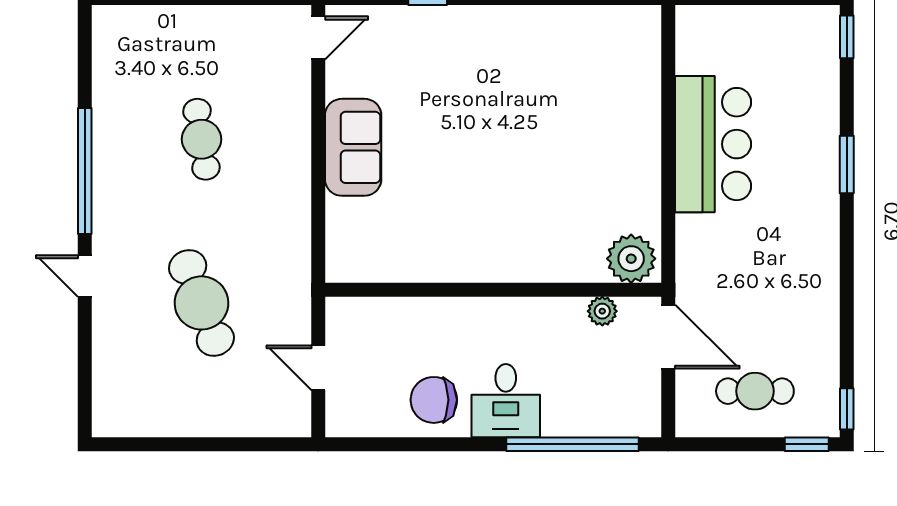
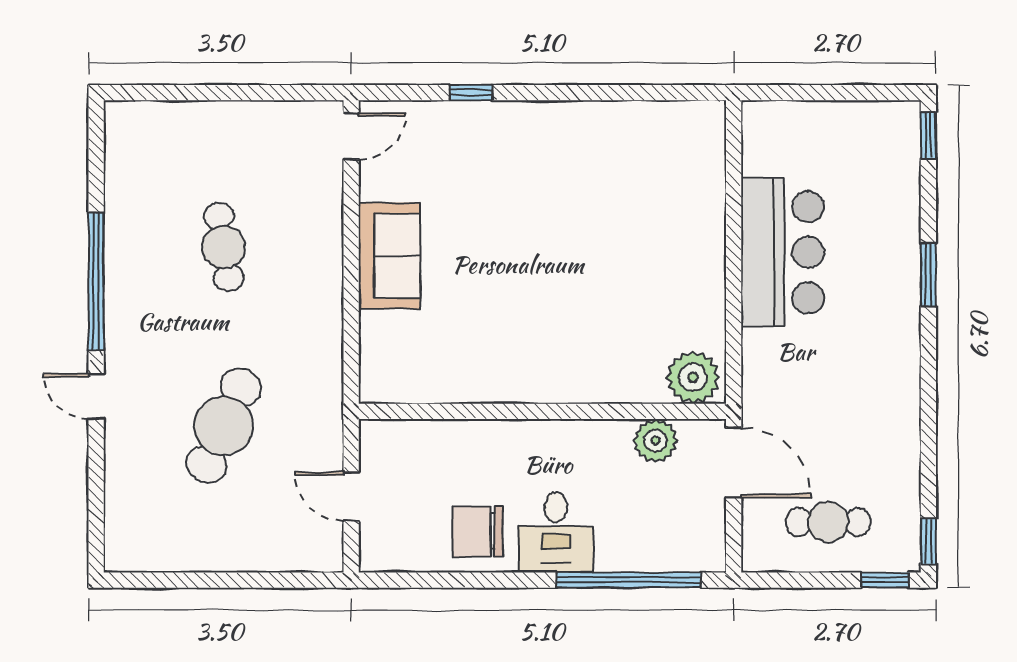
cafe table: (201, 303) -> (224, 426), turned 45
plant: (602, 311) -> (655, 441), width x1.38, depth x1.38

